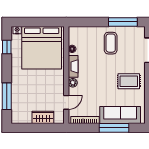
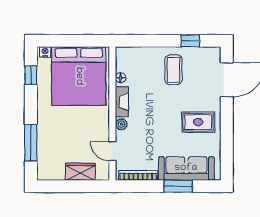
window: (123, 22) -> (190, 41), width x0.46
door: (66, 102) -> (112, 151), swing flipped
window: (114, 128) -> (178, 186), width x0.69

